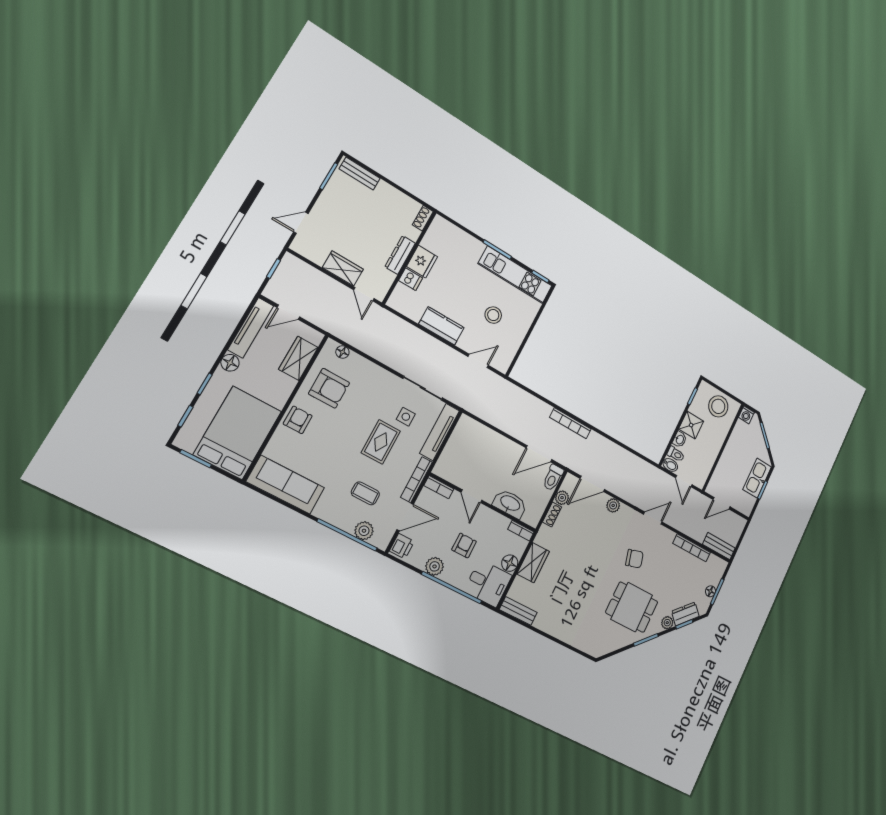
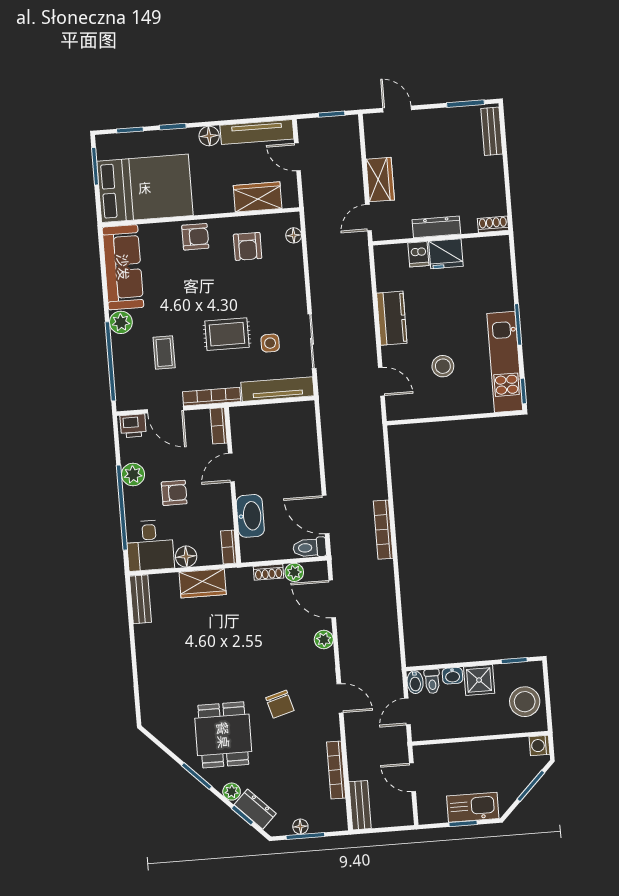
armchair: (329, 388) -> (248, 246), width x0.72, depth x0.72
plant: (364, 531) -> (121, 322), moved

